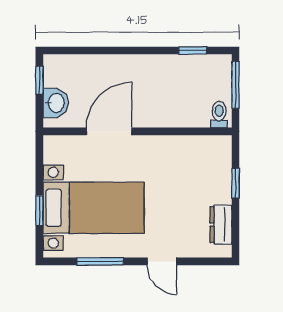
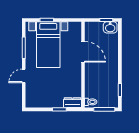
washbasin: (56, 103) -> (110, 27), moved
dresser: (221, 225) -> (72, 103), moved

